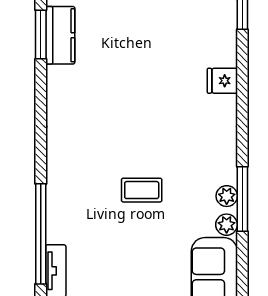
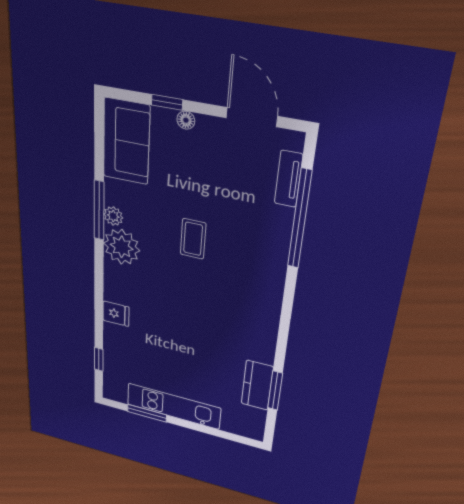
coffee table: (142, 190) -> (193, 239), turned 90
plant: (227, 225) -> (122, 247), moved, width x1.87, depth x1.87

